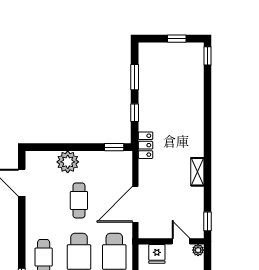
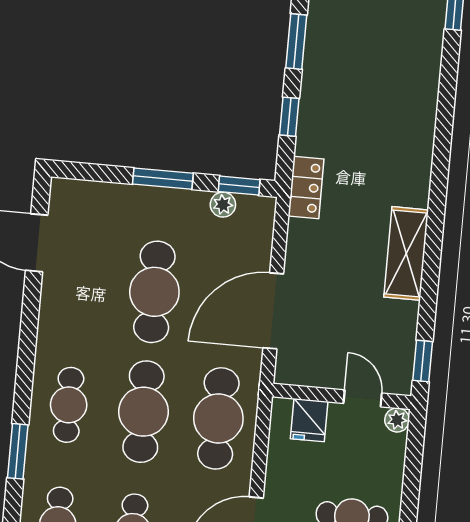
window: (78, 147) -> (163, 179), added
plant: (68, 162) -> (223, 205), moved, width x0.53, depth x0.53
shelving: (197, 172) -> (406, 253), width x1.50, depth x1.33
cafe table: (79, 200) -> (154, 292), width x1.37, depth x1.35

